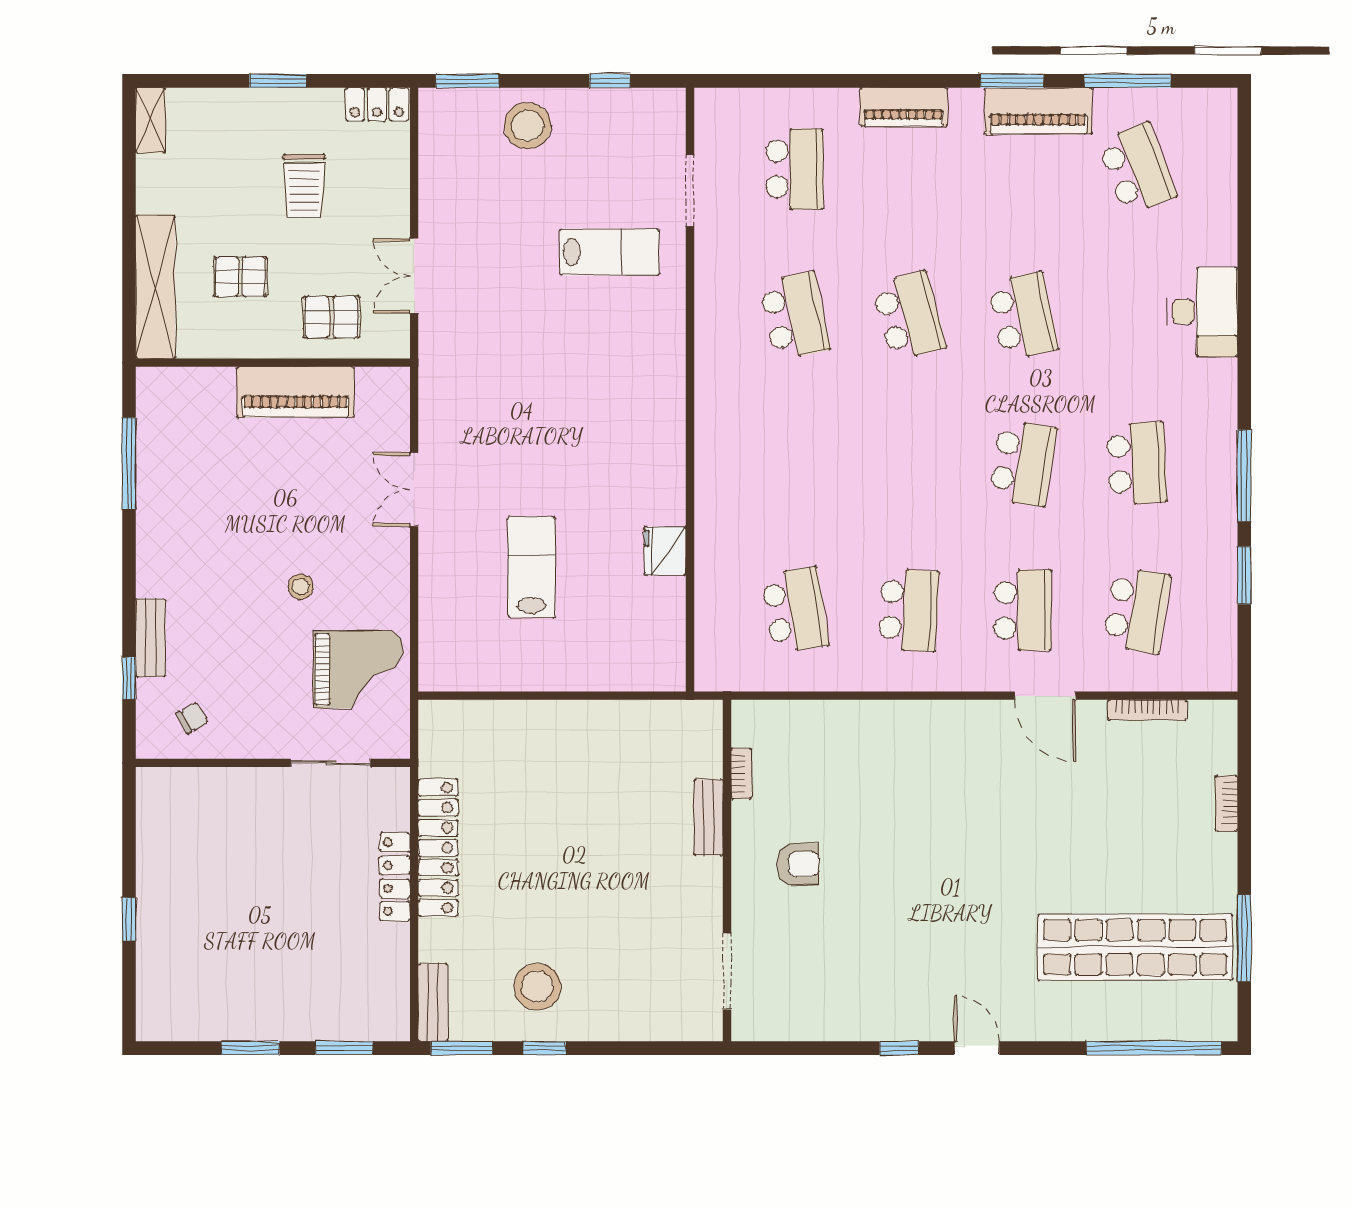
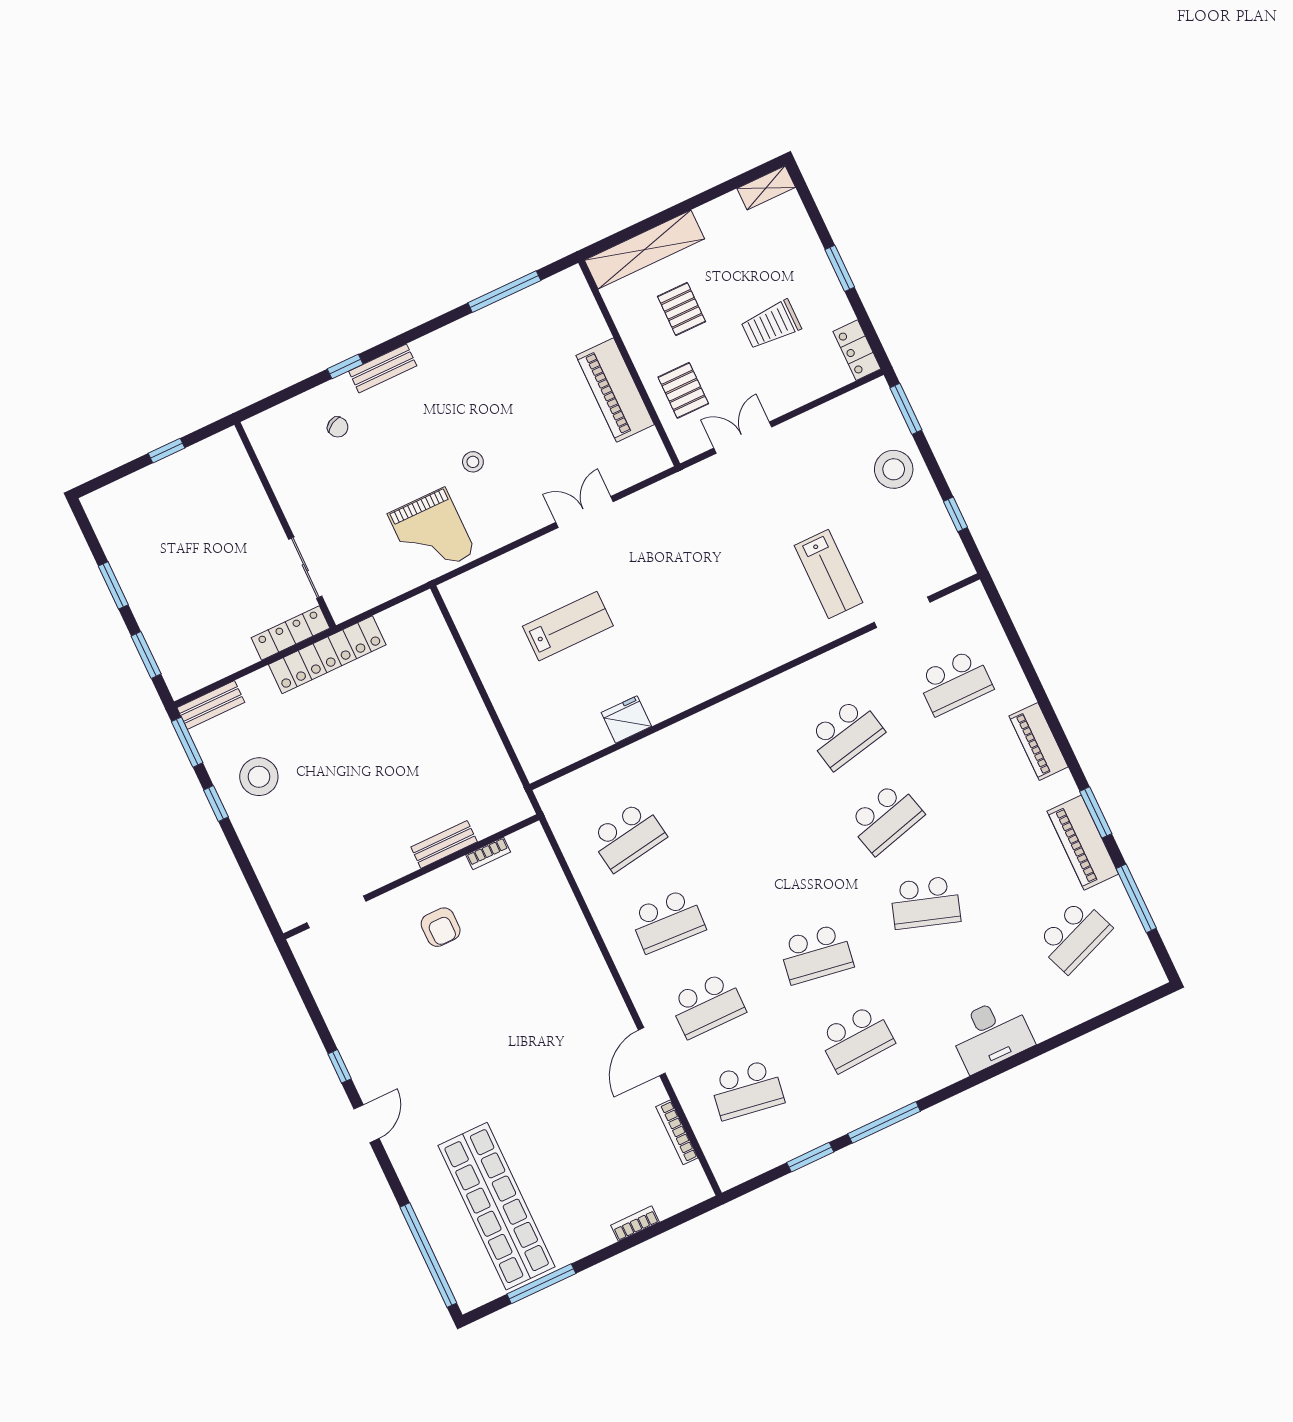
school desk: (1023, 316) -> (925, 903), turned 30
wall: (273, 763) -> (285, 525), moved
sliding door: (331, 763) -> (305, 568), moved

